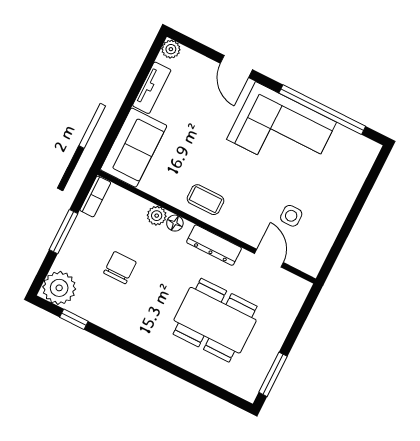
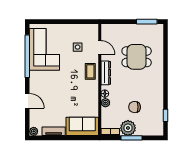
door: (236, 66) -> (27, 101), hinge flipped
corner sofa: (282, 131) -> (44, 49), moved
coffee table: (205, 200) -> (90, 71), moved
door: (269, 258) -> (100, 47), swing flipped
plant: (59, 288) -> (128, 128), moved
dining table: (215, 320) -> (137, 57), width x0.73

